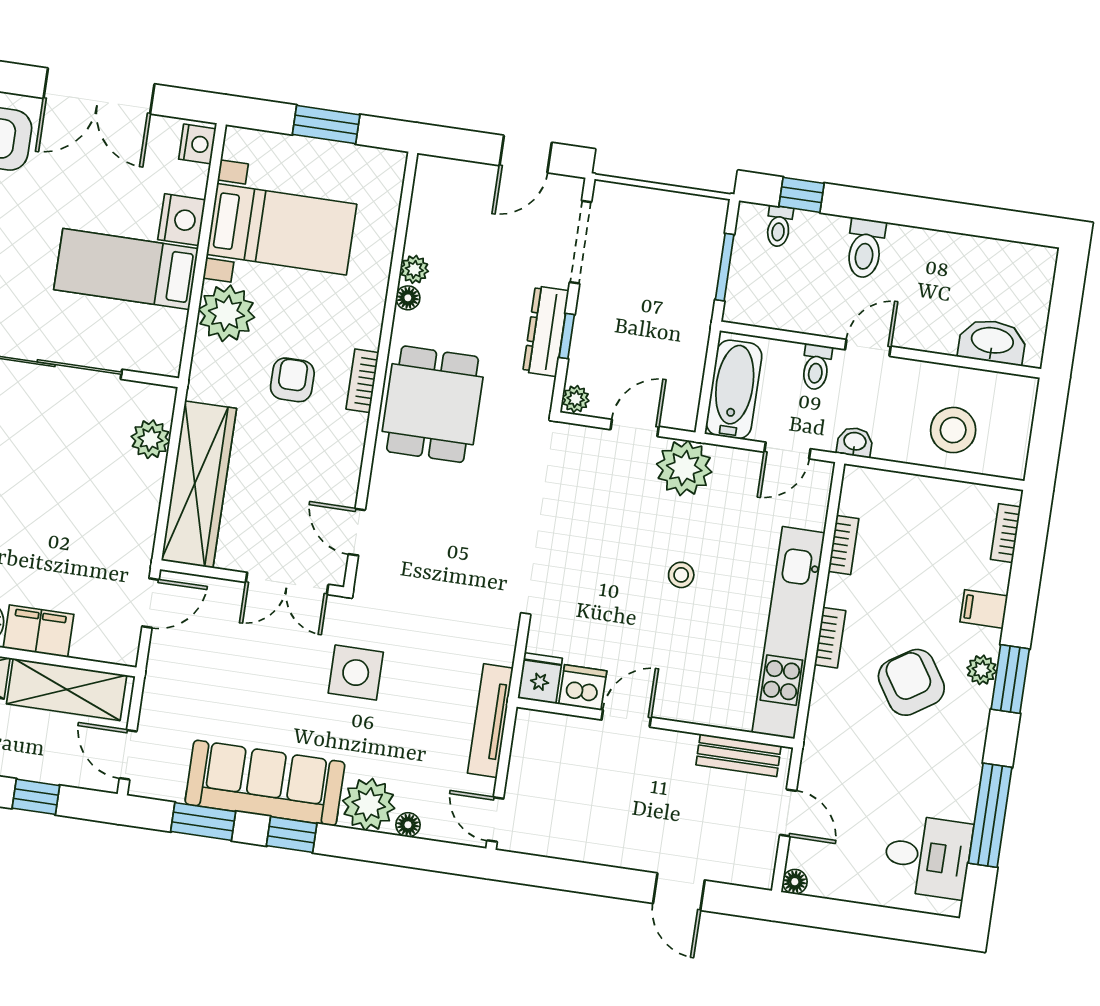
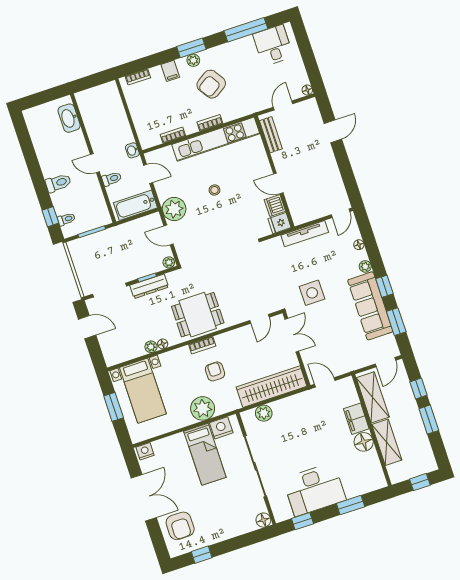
nightstand: (182, 220) -> (221, 428), moved
bed with nightstands: (282, 229) -> (143, 391), moved, turned 180
armchair: (292, 380) -> (215, 371), turned 90
stool: (953, 430) -> (109, 116), removed
plant: (369, 804) -> (365, 266), width x0.53, depth x0.53

